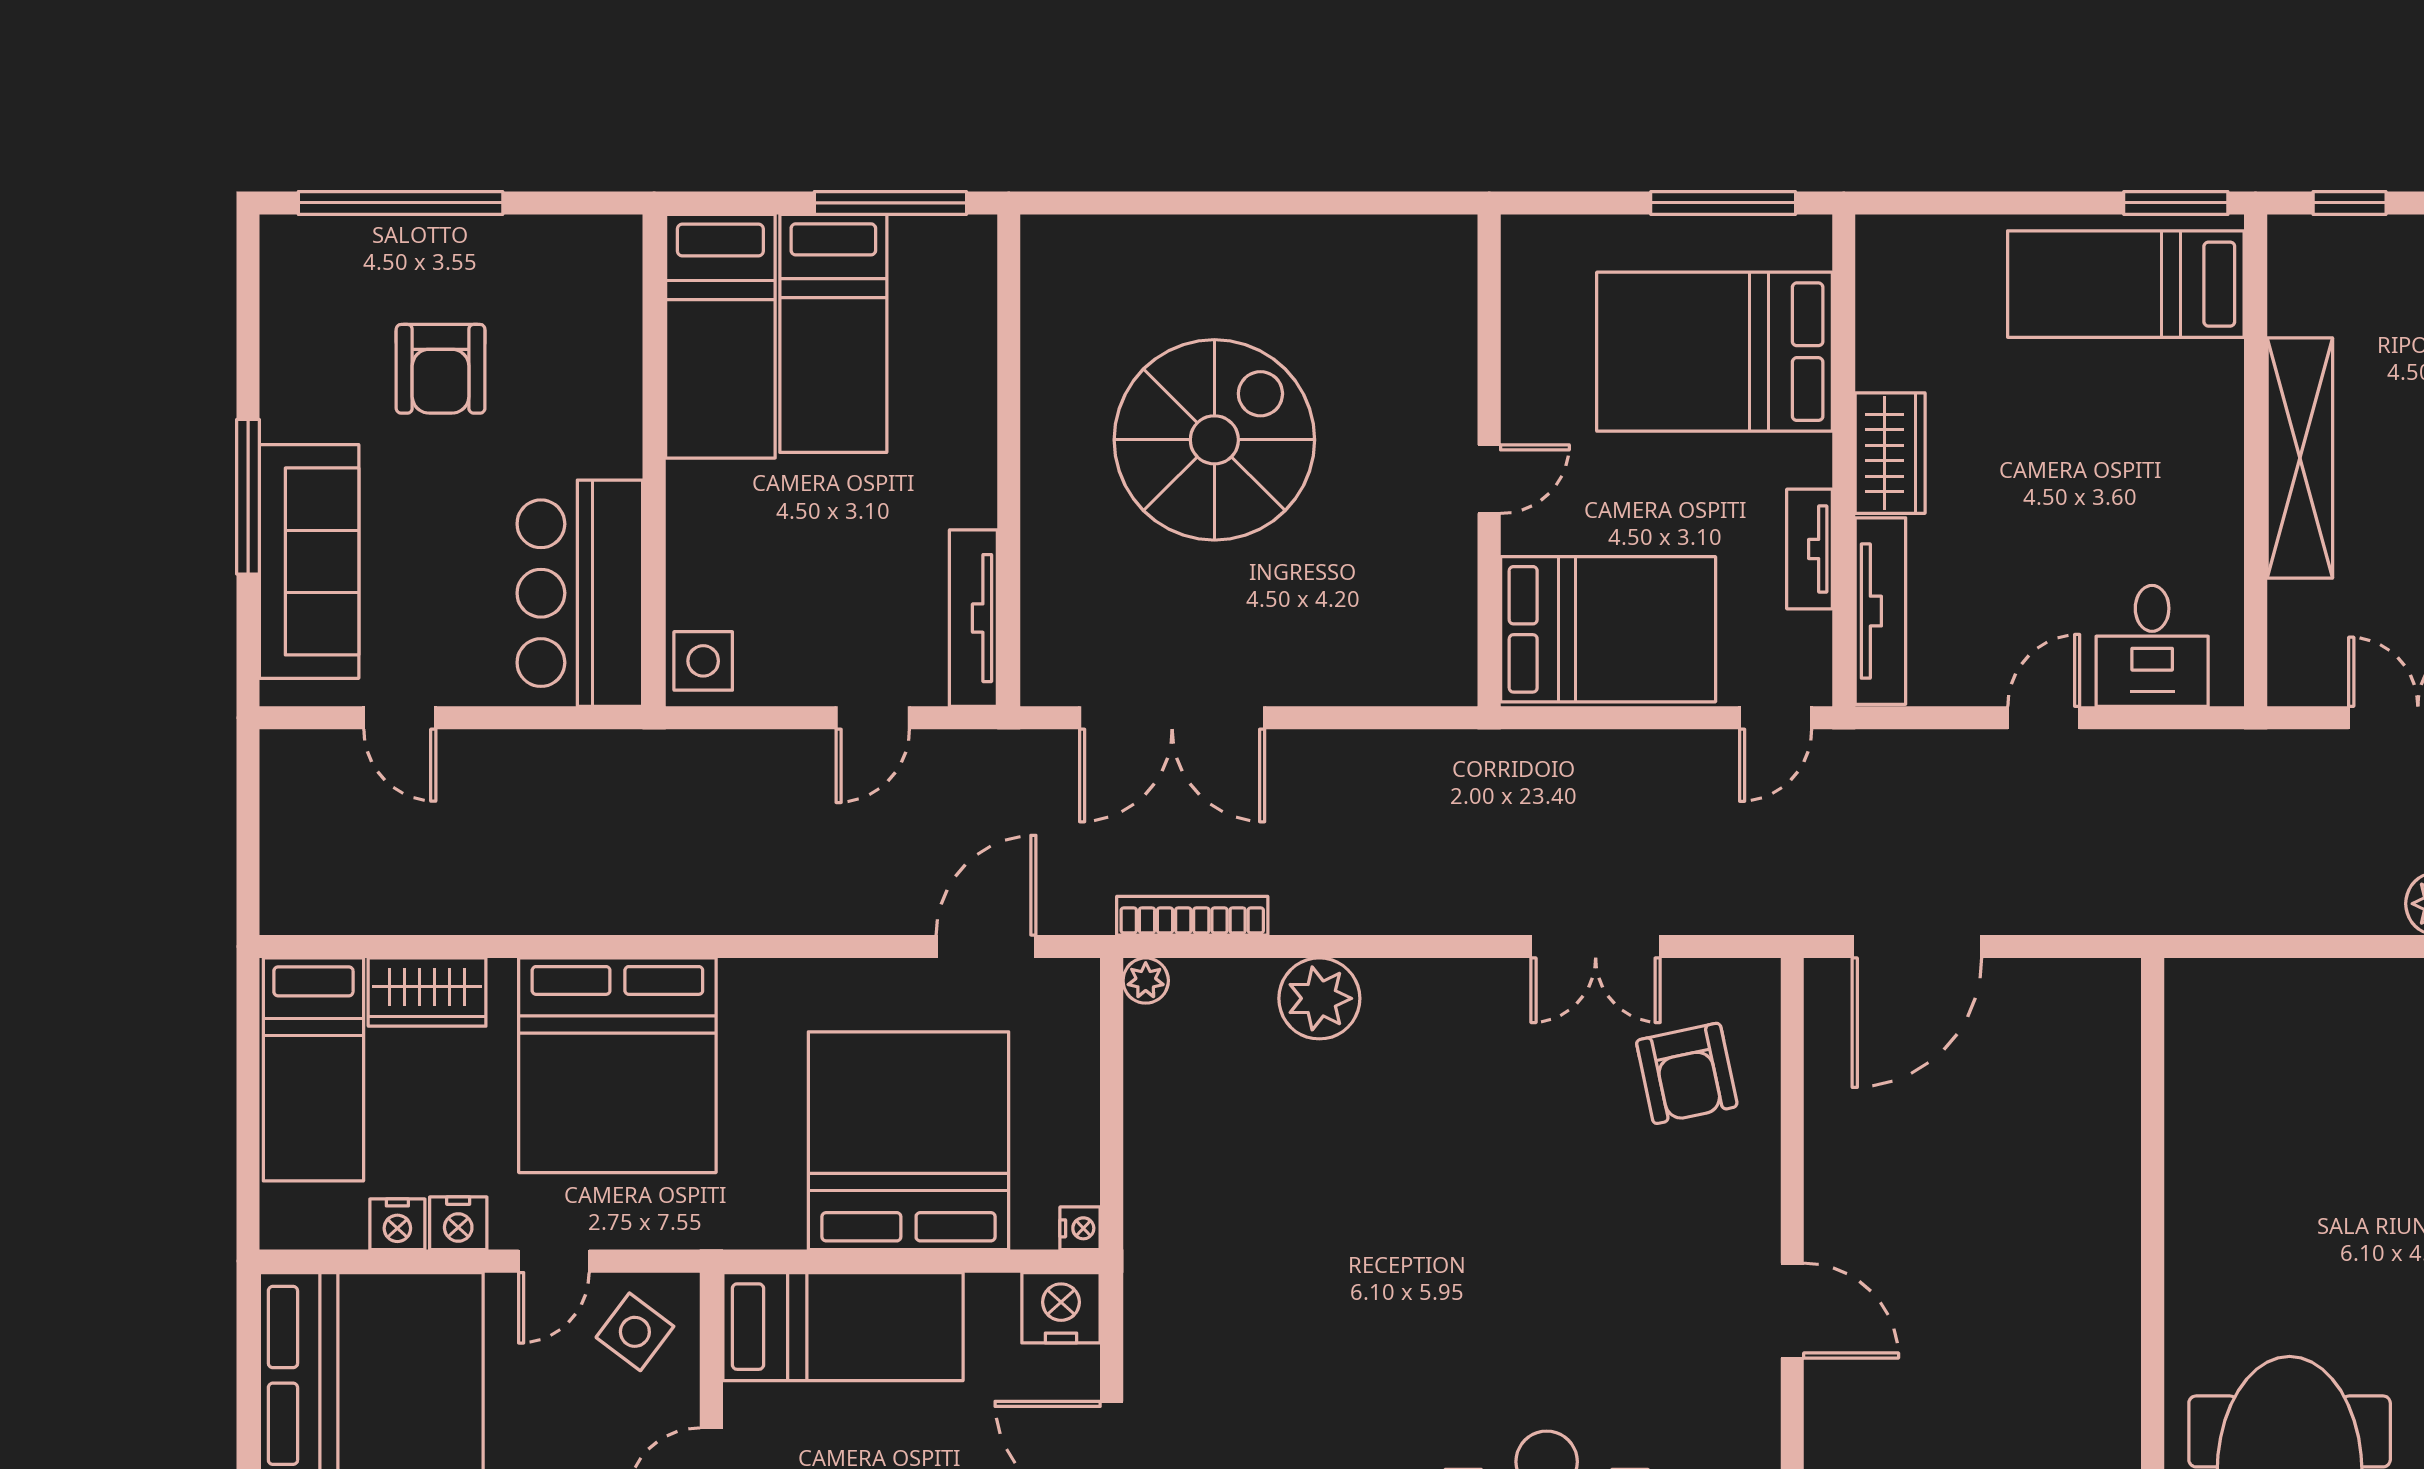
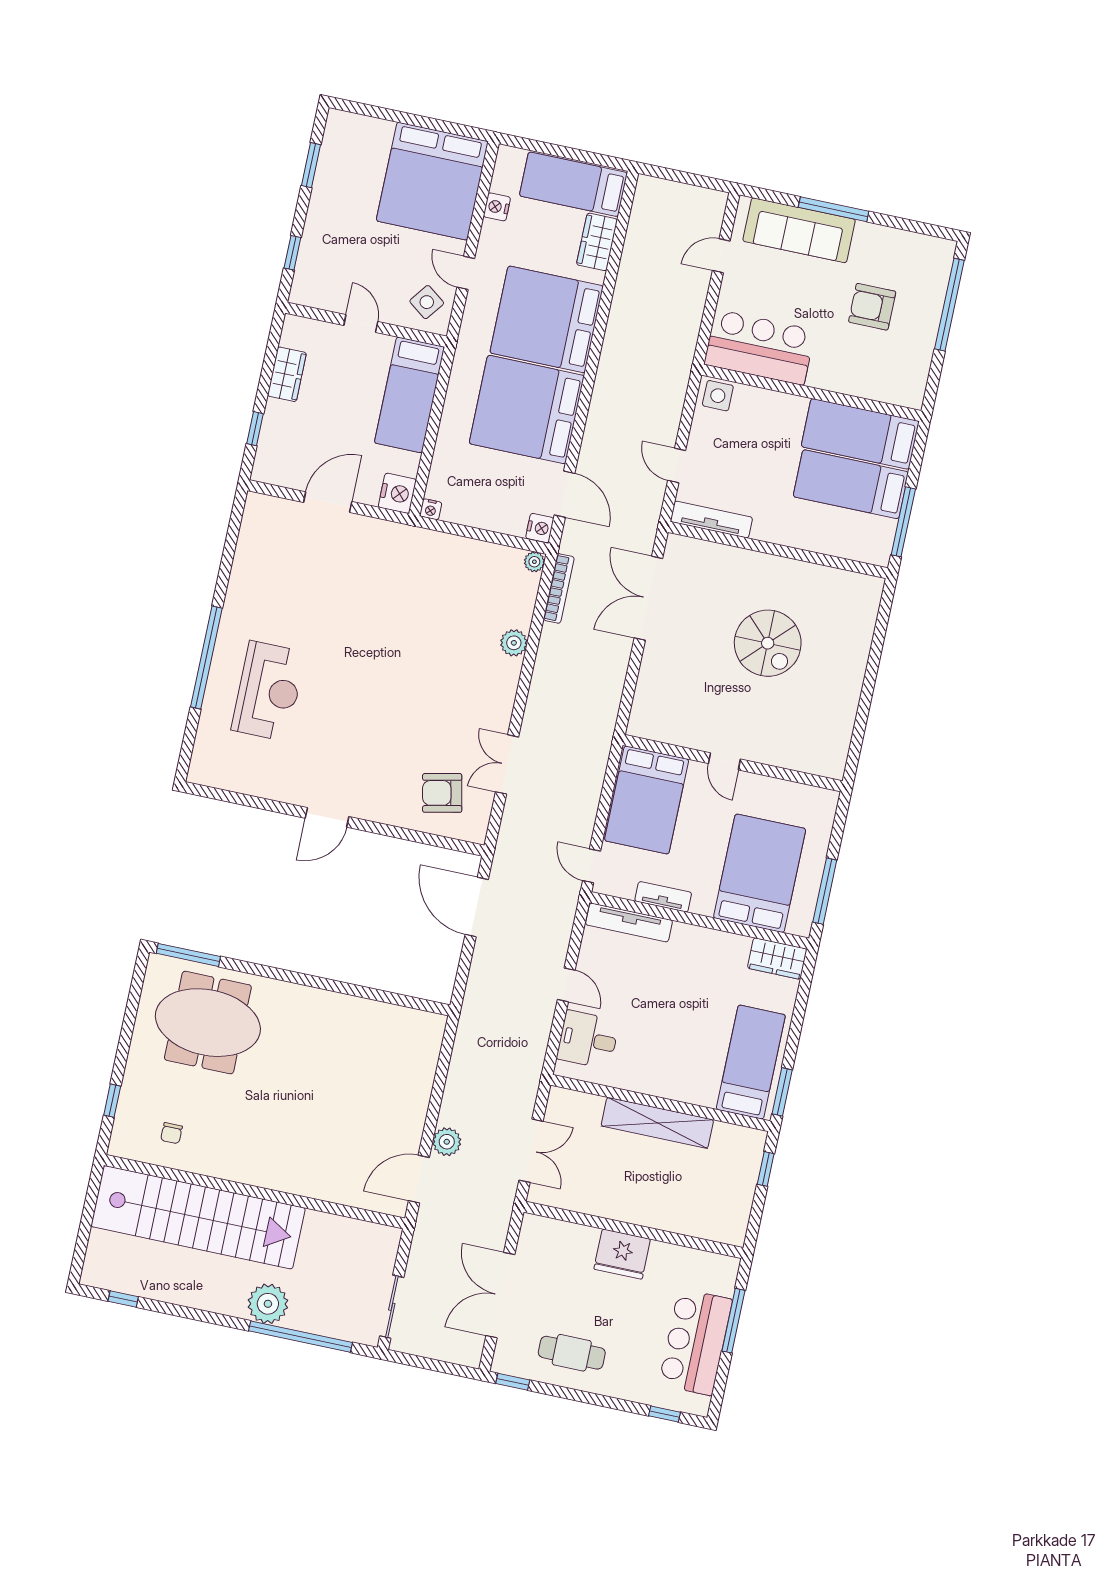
spiral stairs: (1214, 440) -> (768, 643), width x0.73, depth x0.73
wardrobe: (1890, 453) -> (777, 958), moved
plant: (1319, 998) -> (514, 643), width x0.73, depth x0.73
bed: (908, 1141) -> (527, 410), moved, turned 180
nightstand: (458, 1223) -> (540, 528), moved, turned 180

